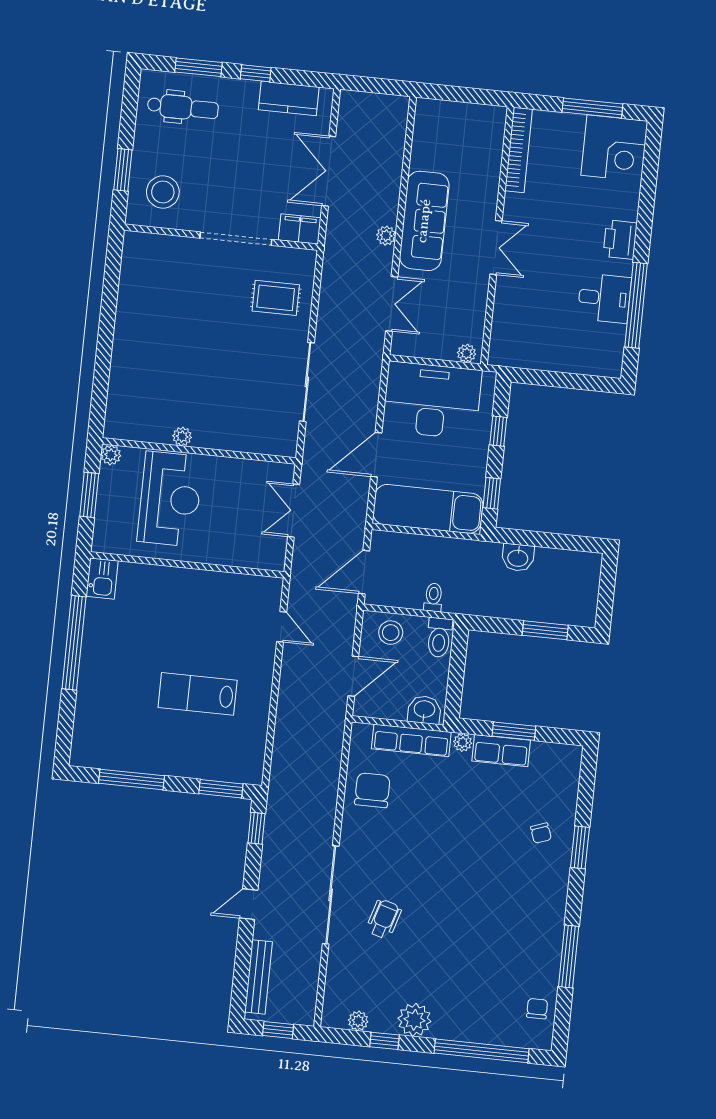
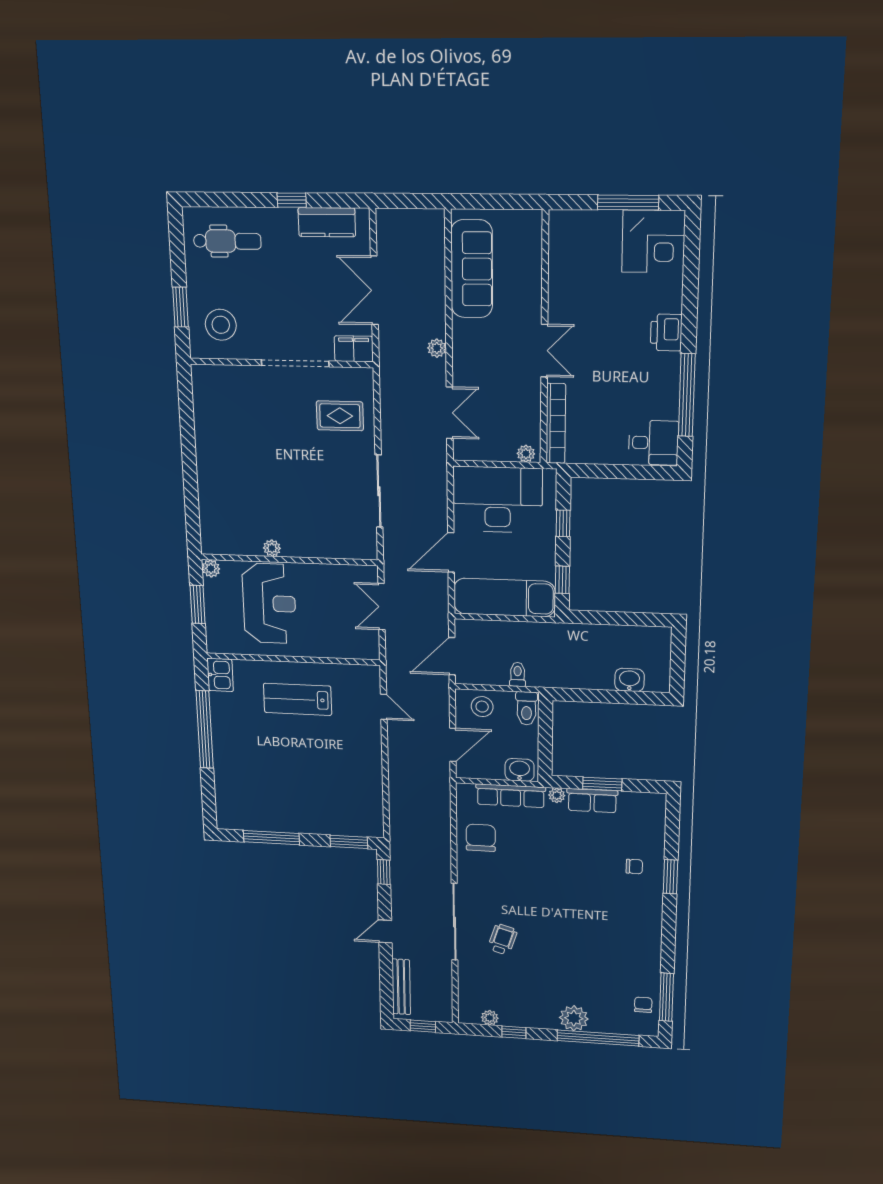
window: (198, 67) -> (236, 200), removed
bookcase: (519, 150) -> (556, 423), moved
sofa: (424, 221) -> (472, 269), moved
desk: (604, 298) -> (653, 443), moved
washbasin: (518, 558) -> (630, 680), moved, turned 180
window: (545, 630) -> (623, 697), removed
lab bench: (198, 694) -> (298, 699), moved
chair: (541, 833) -> (634, 867), turned -70
window: (569, 957) -> (666, 997), moved
plant: (414, 1020) -> (574, 1018), moved

